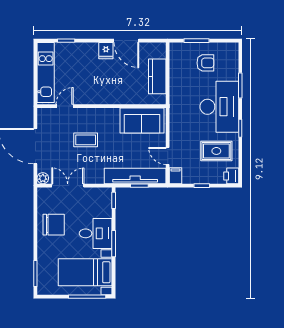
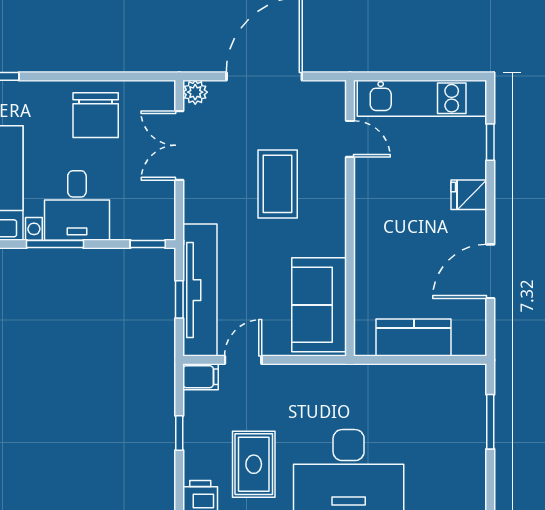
fridge: (106, 51) -> (469, 195), moved
armchair: (205, 63) -> (443, 441), removed
coffee table: (86, 140) -> (278, 184), width x1.36, depth x1.30
double door: (68, 186) -> (179, 145), swing flipped

